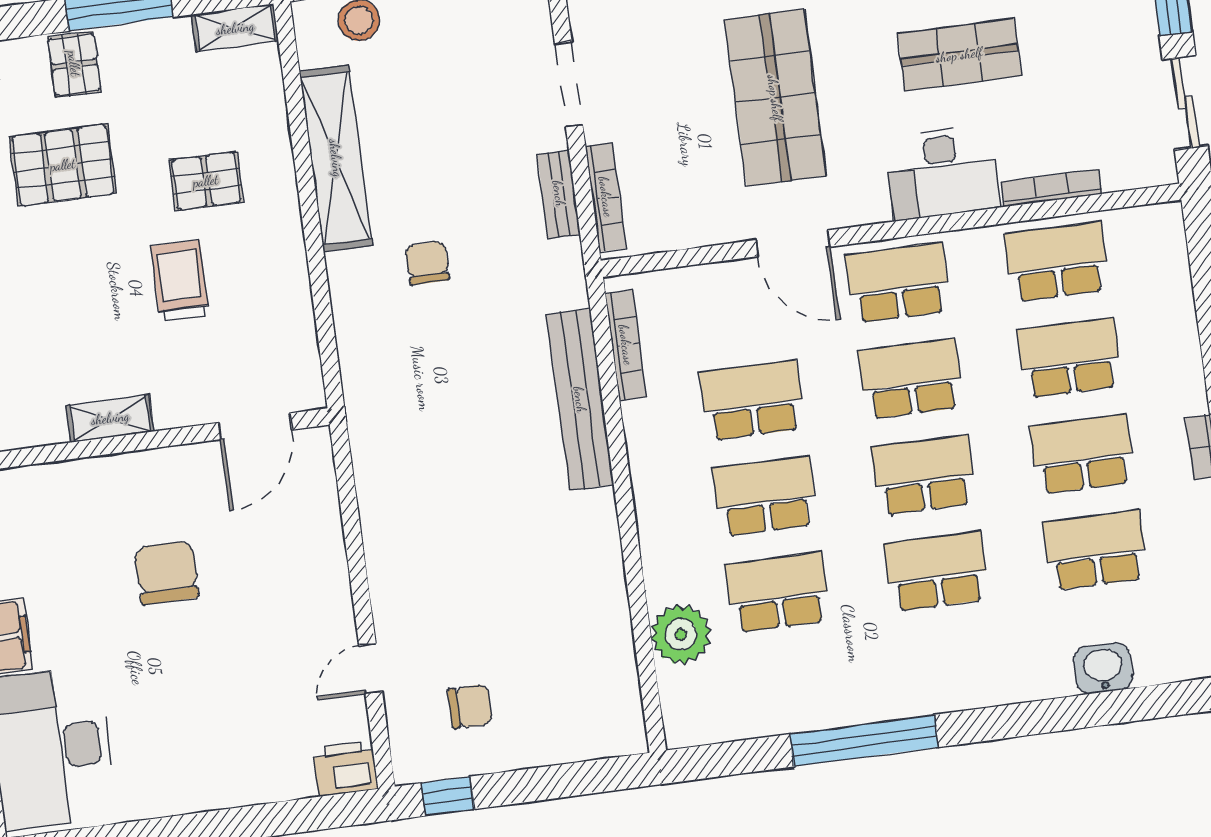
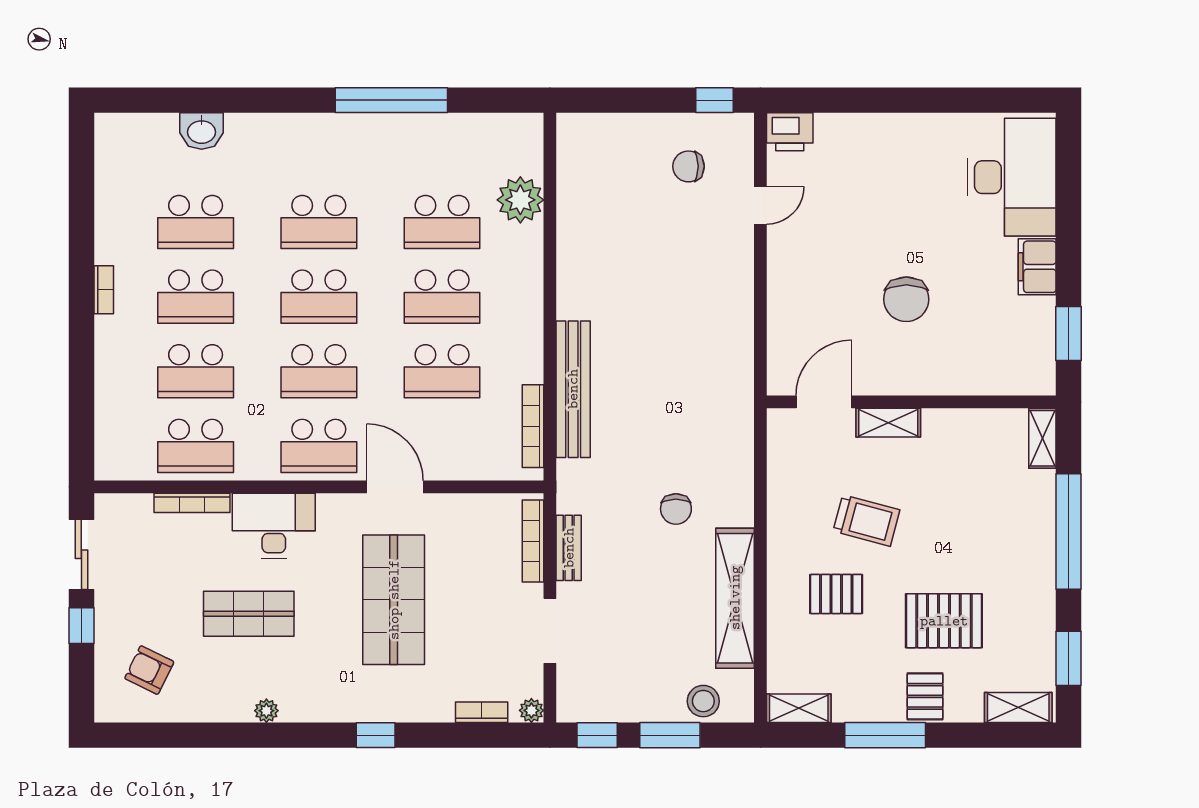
trolley: (180, 281) -> (866, 520), turned -75
shelving: (110, 418) -> (888, 423), moved

